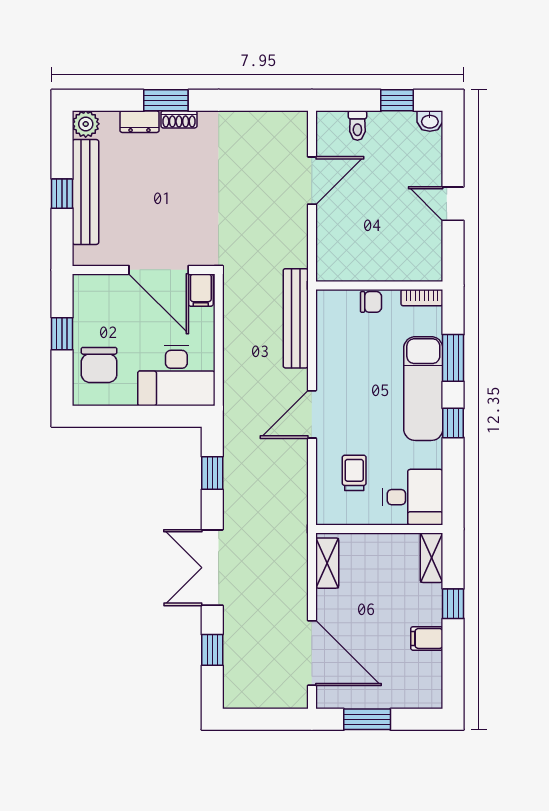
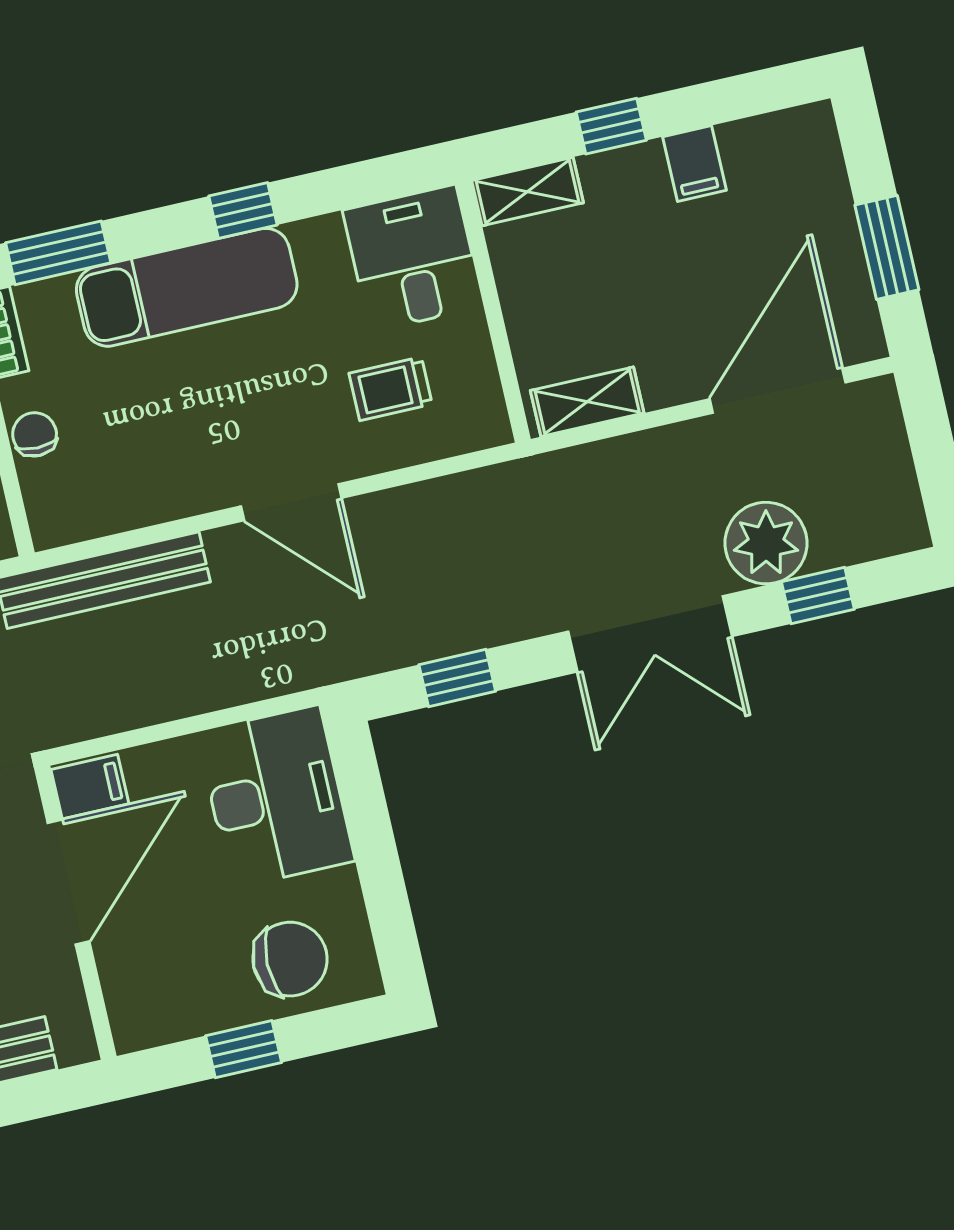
window: (453, 358) -> (58, 253), moved
plant: (242, 631) -> (766, 543), added

